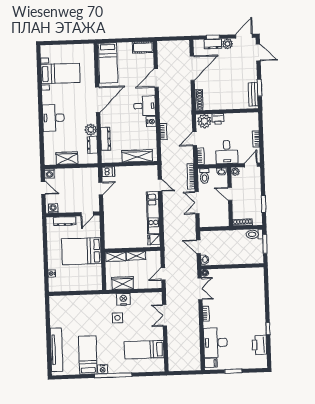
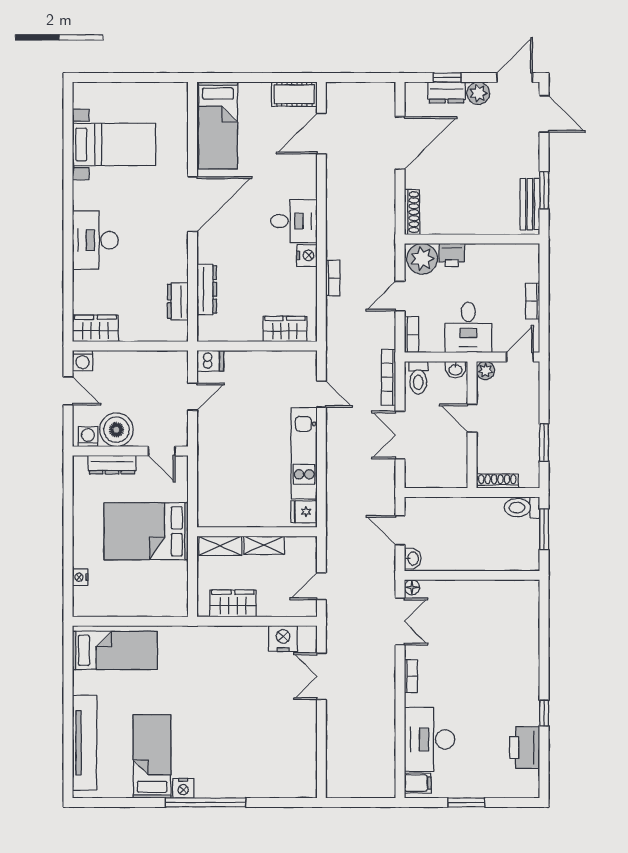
door: (156, 78) -> (321, 134), moved
plant: (91, 130) -> (175, 268), removed
wardrobe: (137, 156) -> (285, 329), width x0.67
wardrobe: (67, 158) -> (95, 328), moved
boiler: (66, 205) -> (116, 430), added
door: (87, 214) -> (162, 451), hinge flipped
nightstand: (123, 299) -> (283, 639), moved
side table: (117, 318) -> (219, 678), removed
bed: (144, 350) -> (115, 650), moved, turned 180

